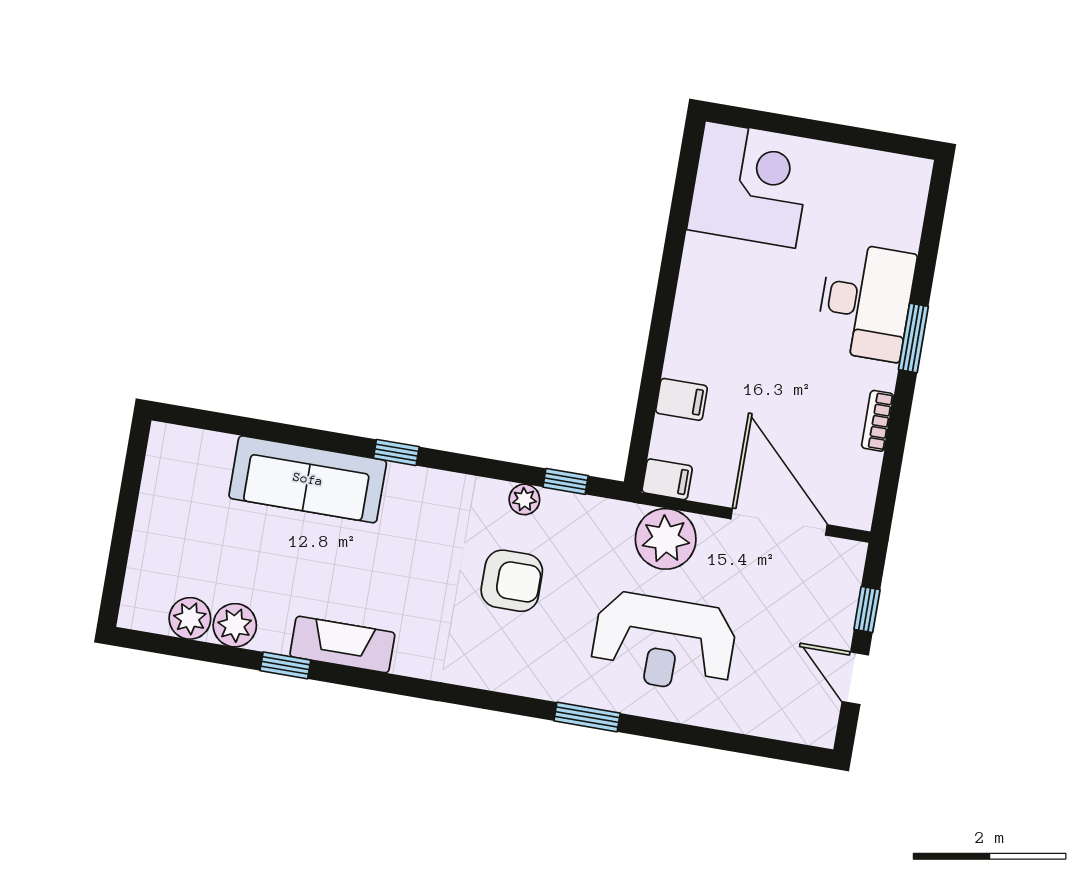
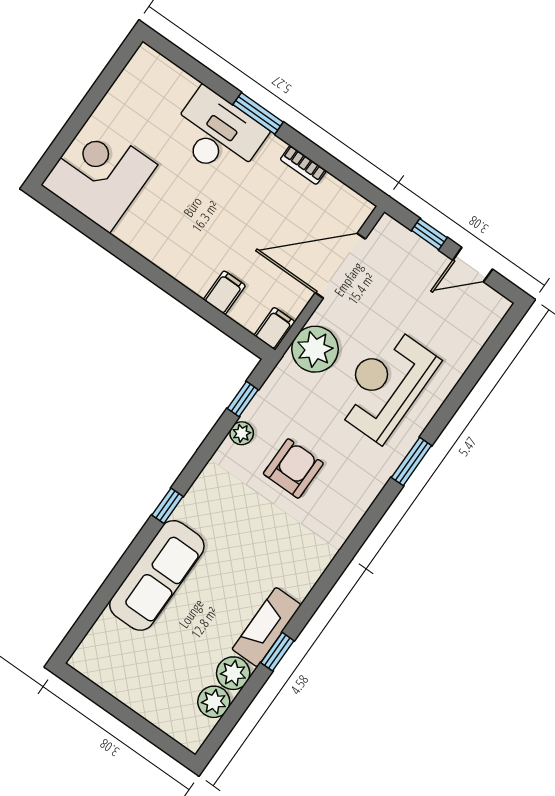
reception desk: (664, 643) -> (386, 384), turned 180
fireplace: (342, 645) -> (267, 627), moved

